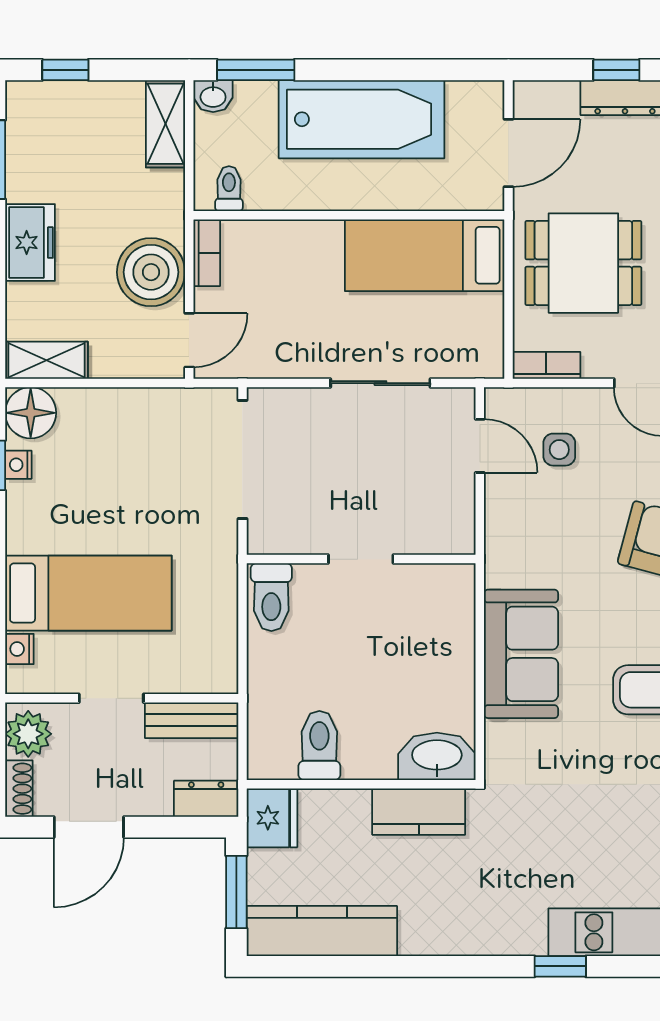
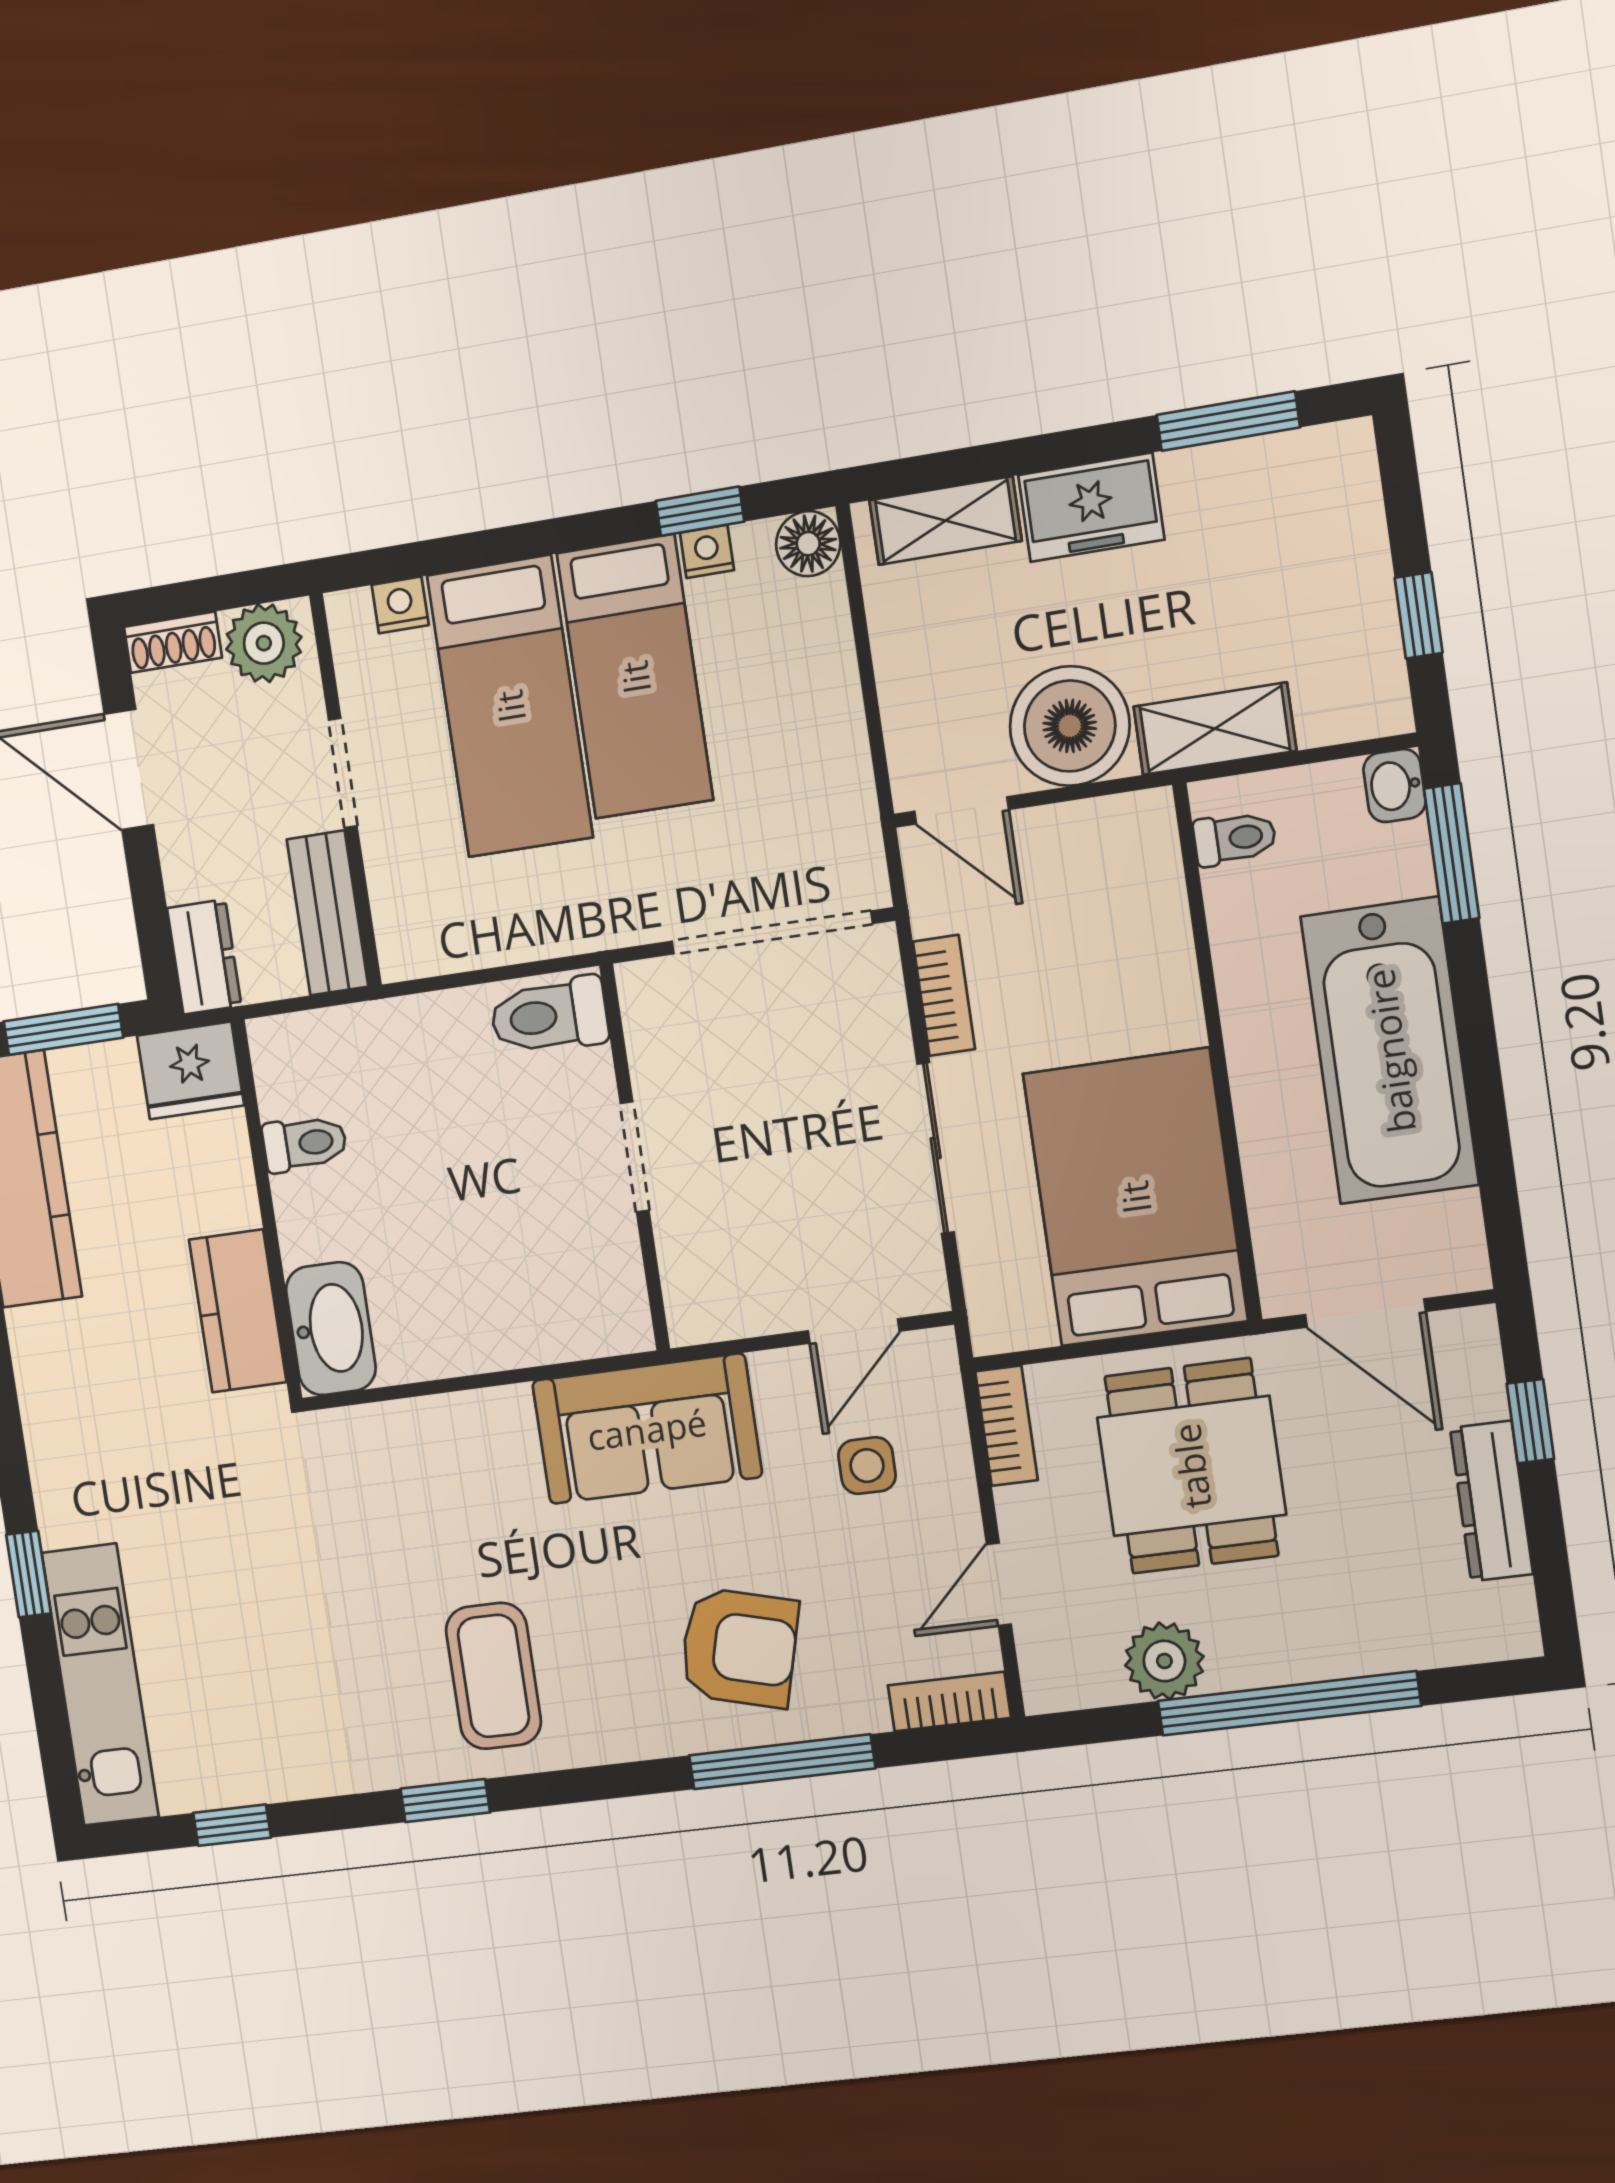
window: (65, 70) -> (1419, 615), moved
window: (616, 70) -> (1530, 1421), moved
shelving: (165, 124) -> (1215, 729), moved
bookcase: (207, 253) -> (944, 995), moved, turned -90
bed: (425, 255) -> (1135, 1197), width x1.50
shelving: (47, 360) -> (945, 521), moved, turned 90
floor lamp: (31, 413) -> (808, 544), width x0.73, depth x0.73
bed: (83, 517) -> (635, 677), added
sofa: (521, 654) -> (647, 1429), moved
toilet: (319, 746) -> (305, 1144), width x0.73, depth x0.72

